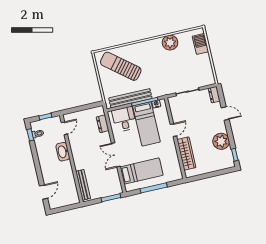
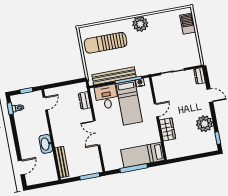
plant: (170, 43) -> (140, 24), moved
sun lounger: (121, 66) -> (106, 43), turned -39
washbasin: (63, 152) -> (46, 144), moved
wardrobe: (186, 154) -> (168, 129), width x0.67
bed: (142, 171) -> (143, 155), moved, turned 180

